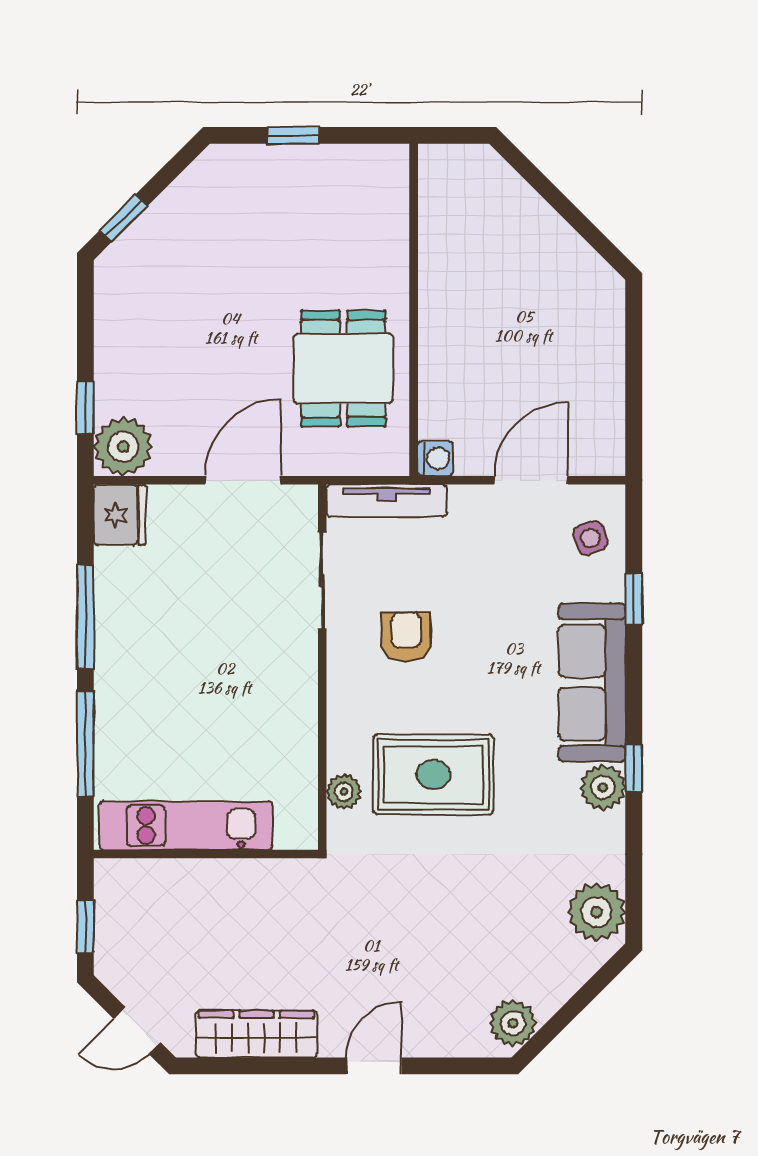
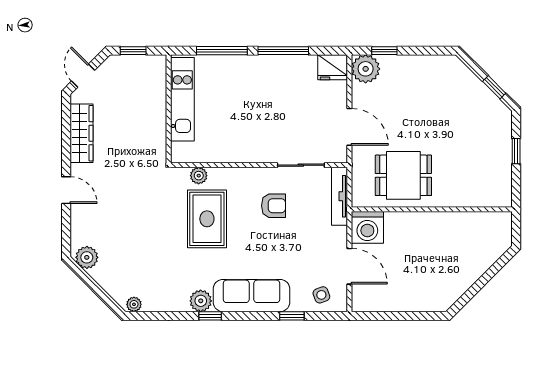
window: (124, 218) -> (494, 87), moved
washing machine: (435, 459) -> (367, 227), width x1.89, depth x1.89
plant: (596, 912) -> (134, 304), width x0.53, depth x0.53

